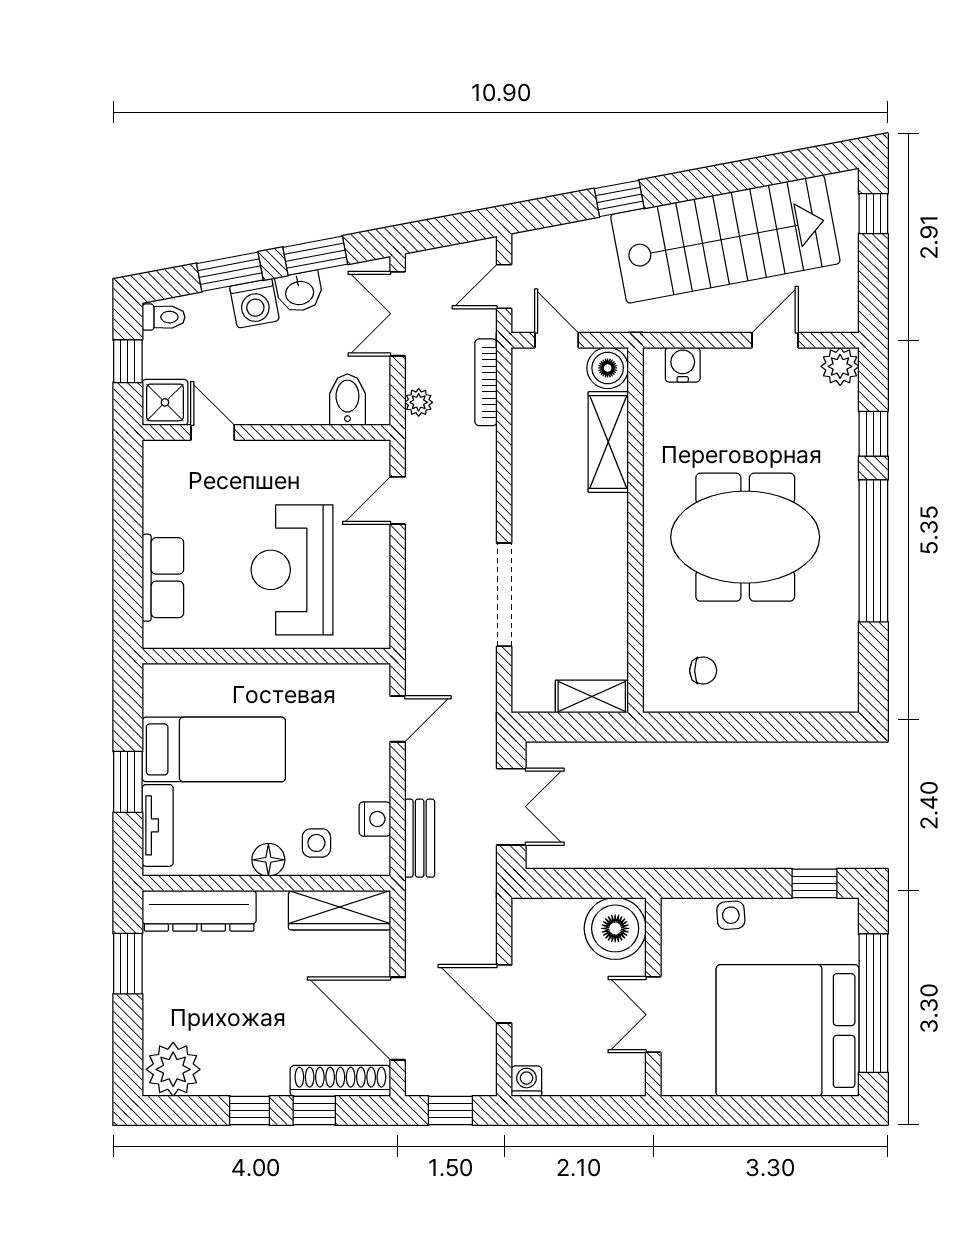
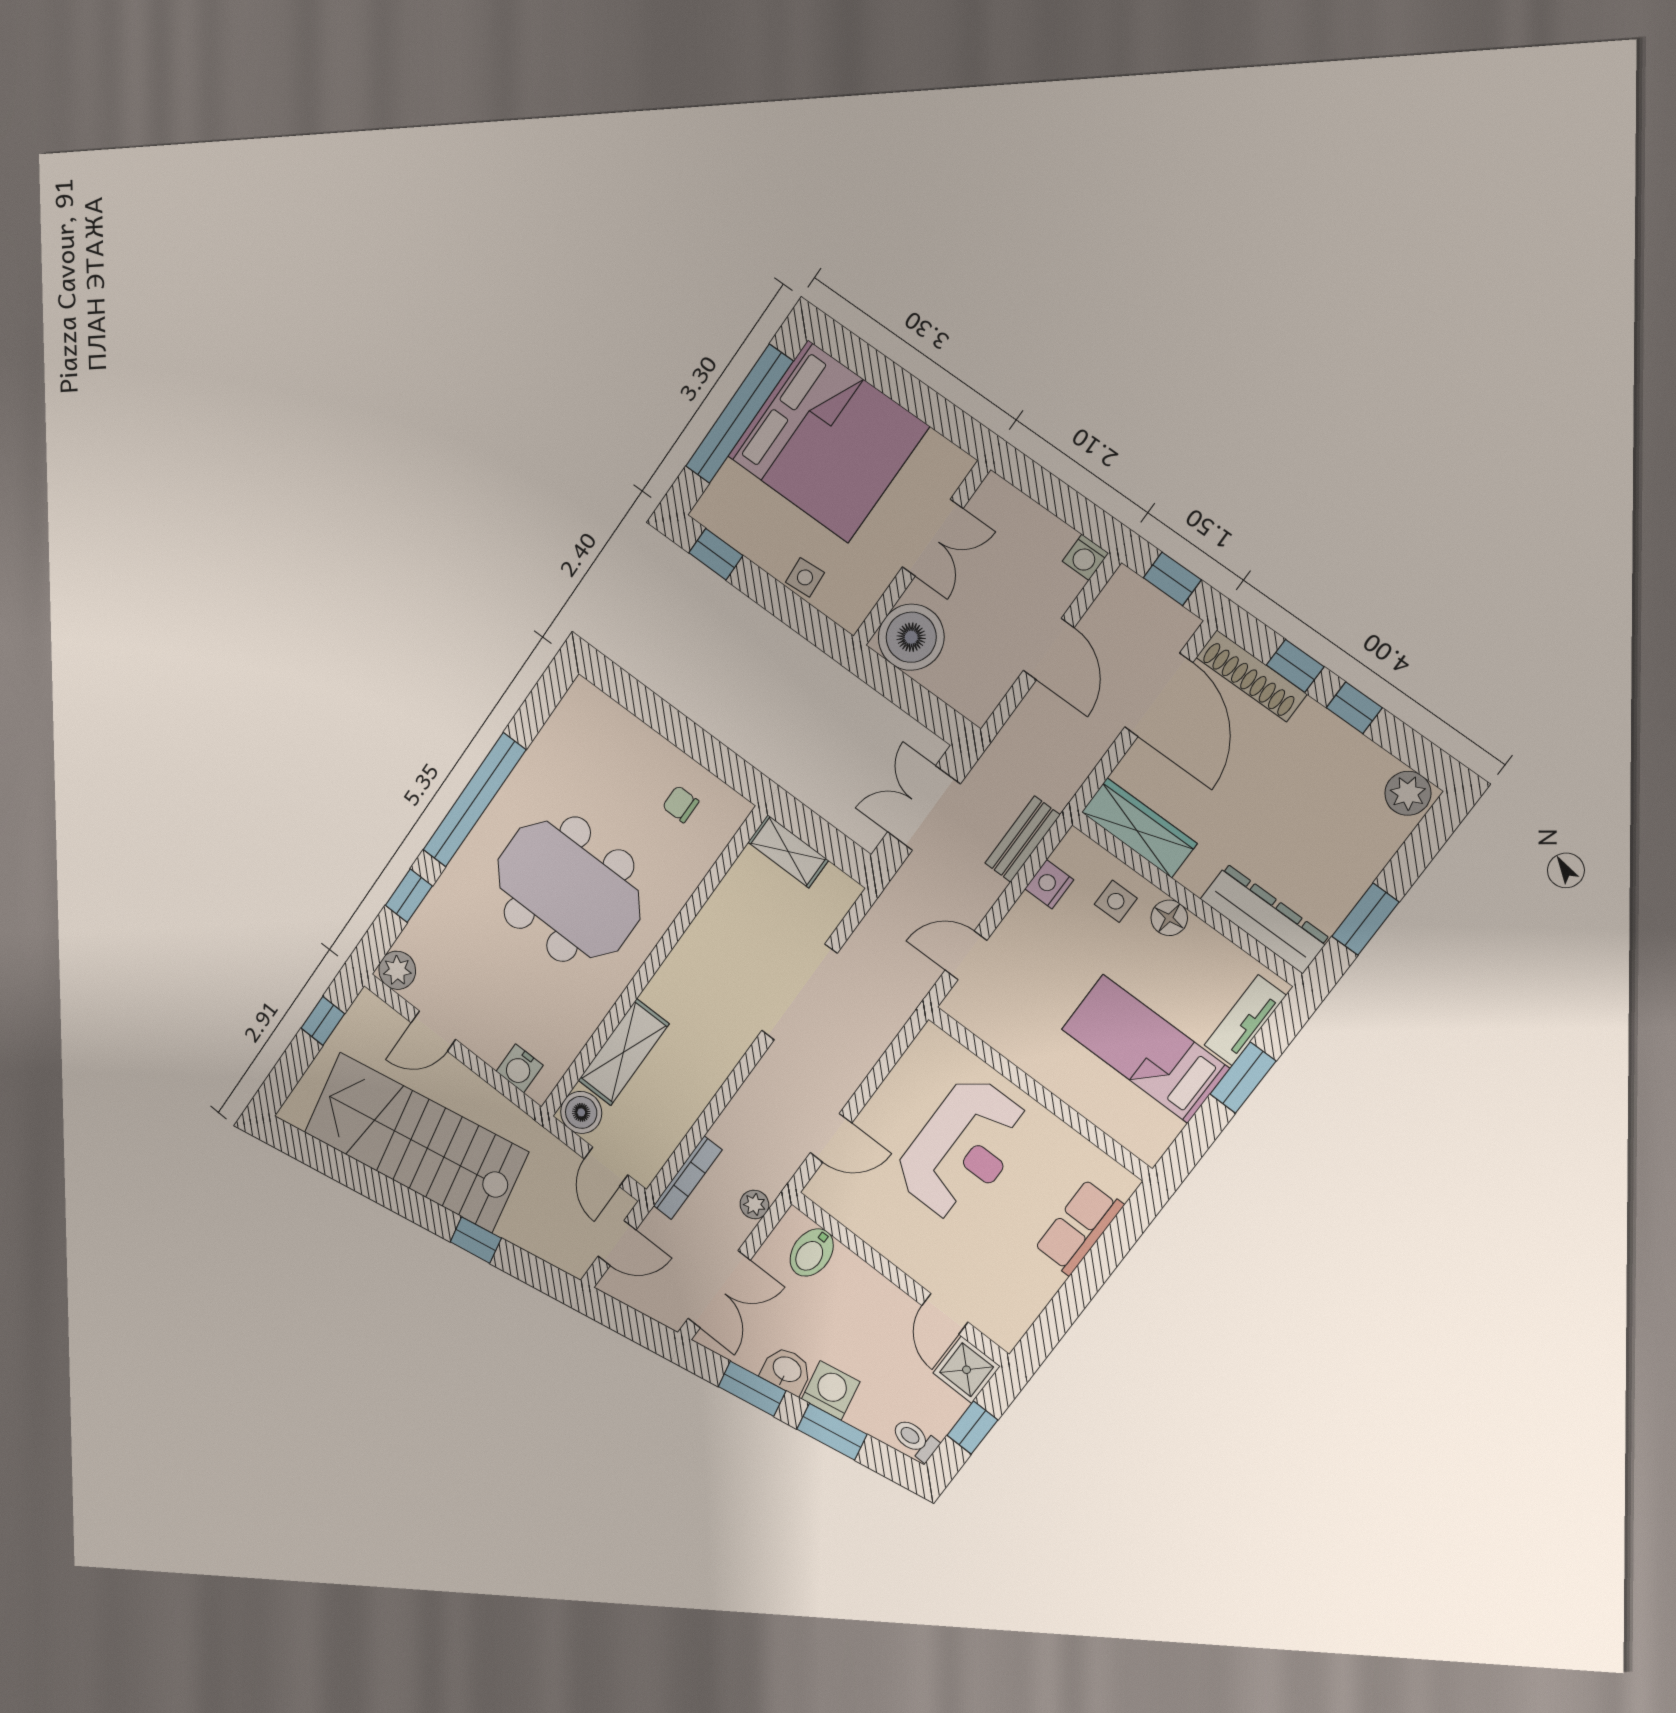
window: (873, 214) -> (323, 1021), moved
plant: (173, 1069) -> (1408, 793), width x0.73, depth x0.73

